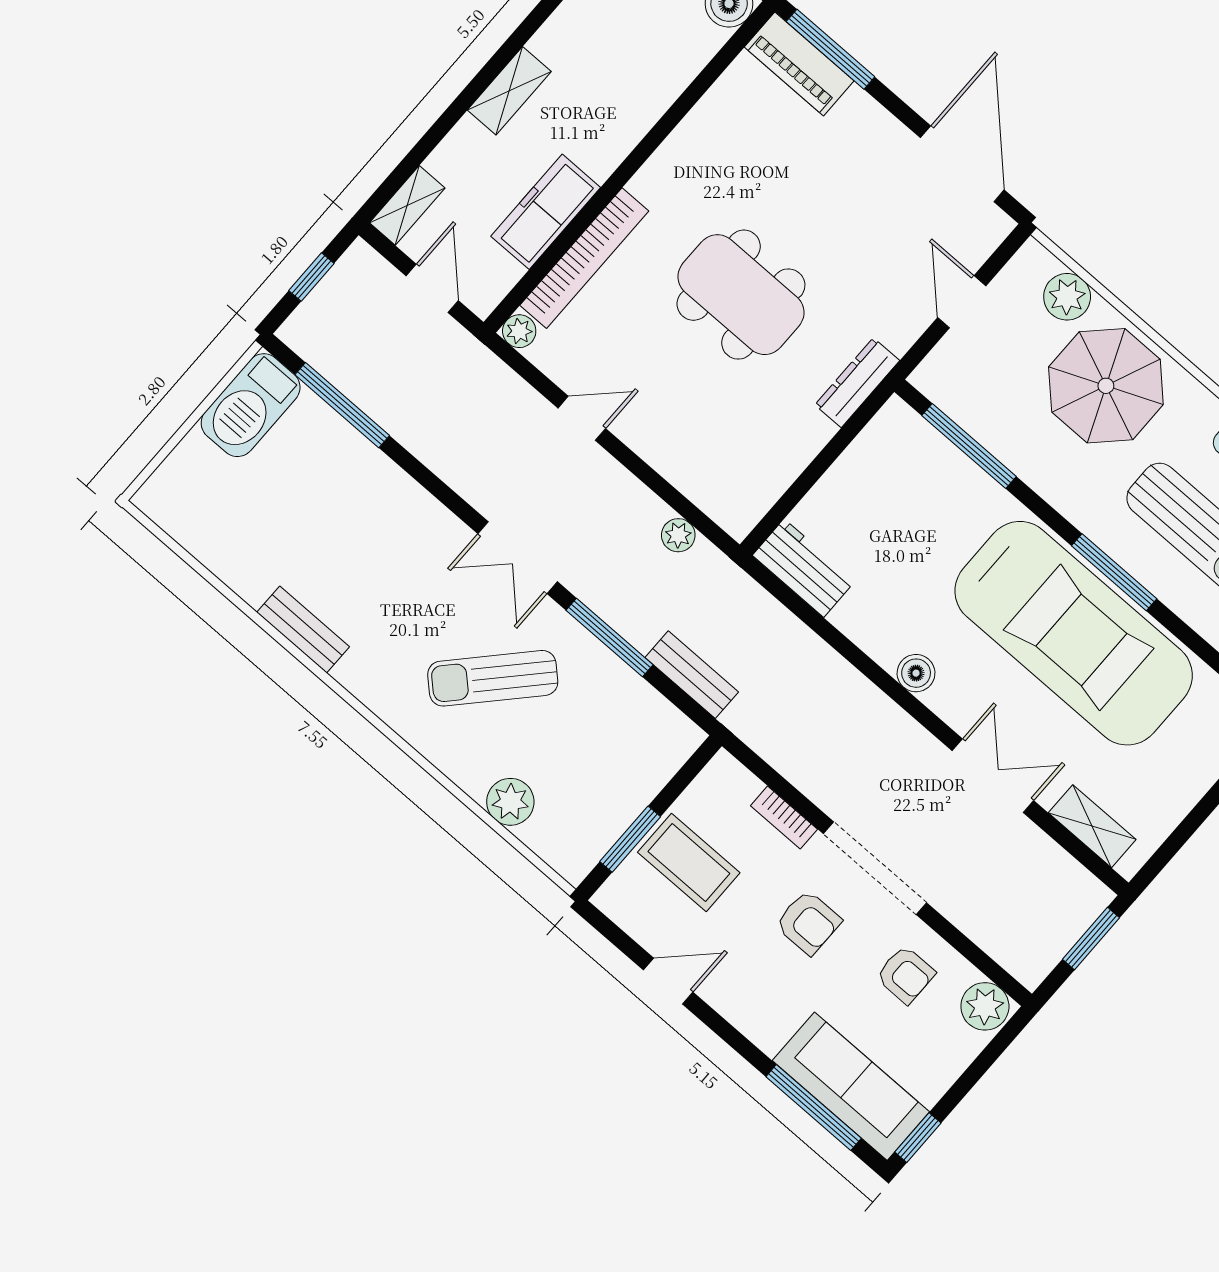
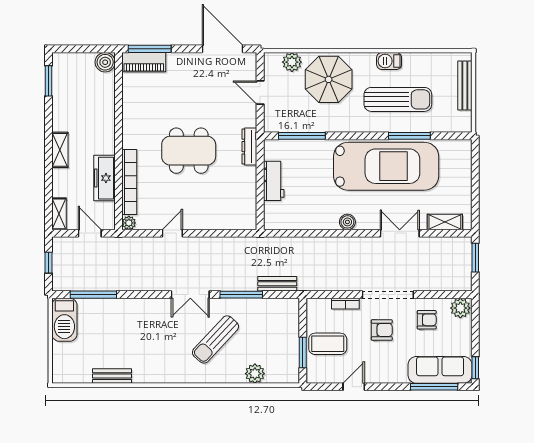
plant: (678, 535) -> (235, 244), removed
workbench: (804, 568) -> (274, 181), moved, turned 90
window: (1114, 572) -> (409, 136), moved
bench: (303, 629) -> (112, 376), moved

